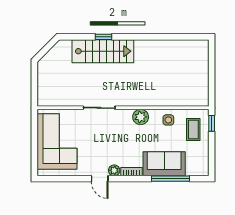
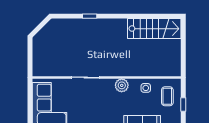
stairs: (103, 51) -> (154, 29), moved
window: (212, 123) -> (183, 105), moved

